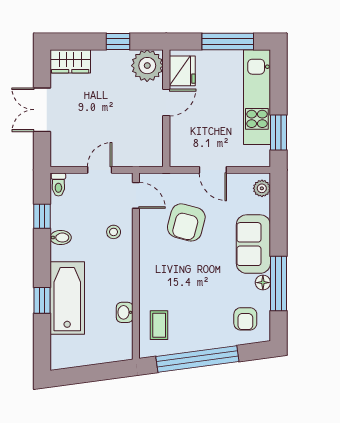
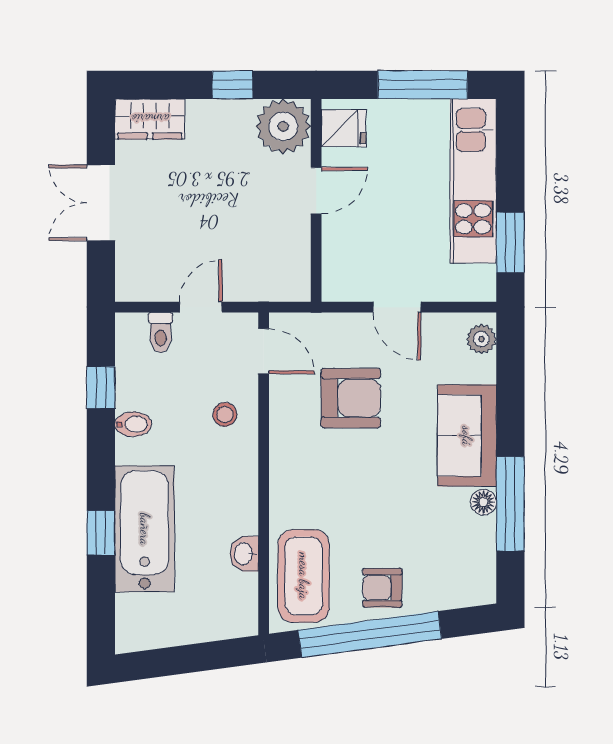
fridge: (182, 71) -> (344, 128), width x0.72
toilet: (58, 185) -> (161, 332), moved
armchair: (186, 222) -> (351, 398), turned -105
armchair: (245, 319) -> (382, 588), moved, turned 90
coffee table: (159, 325) -> (304, 576), width x1.86, depth x1.72

